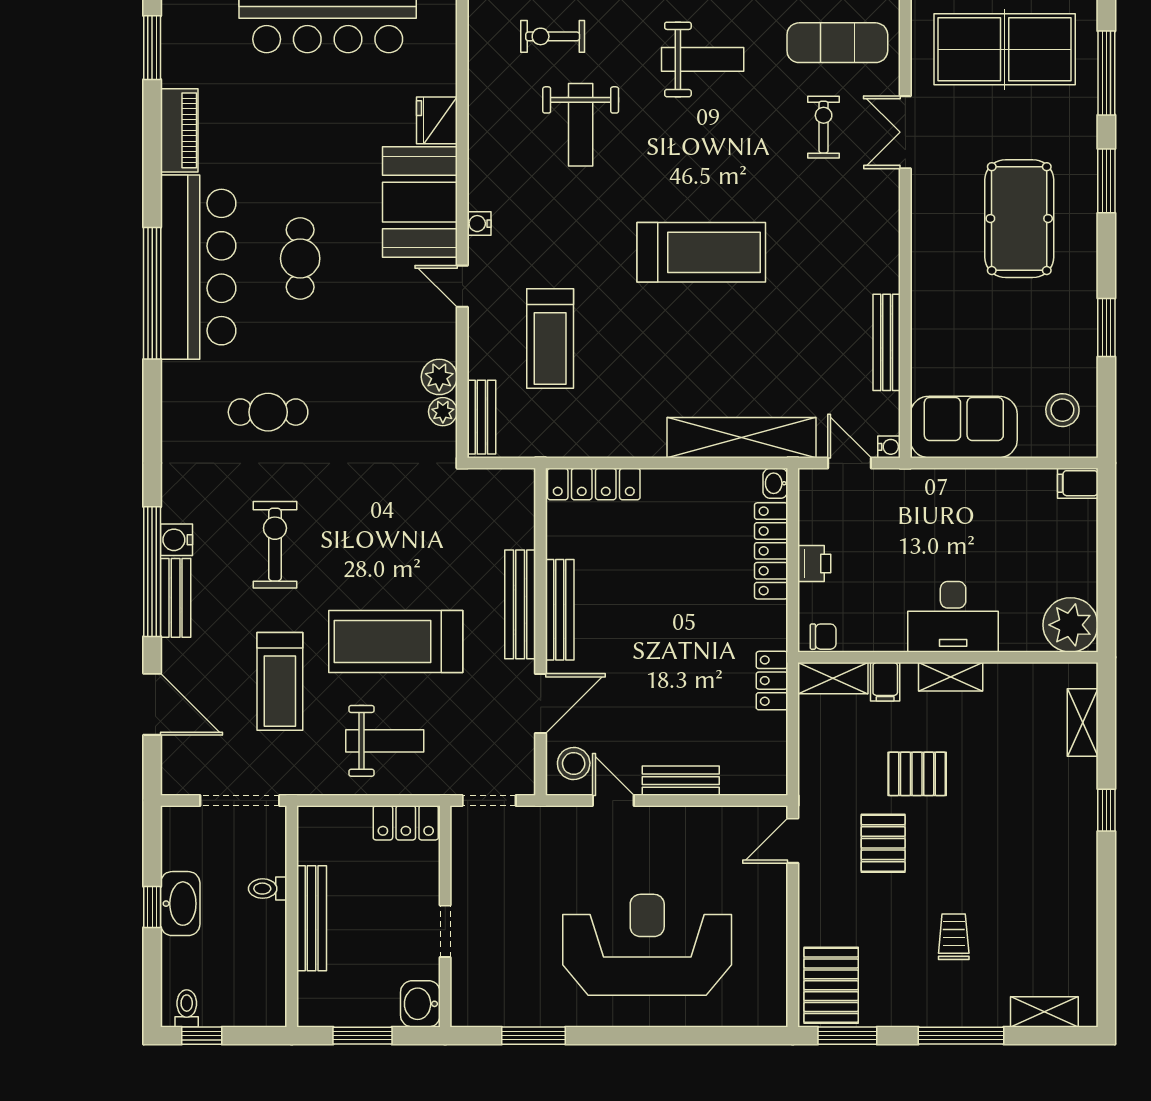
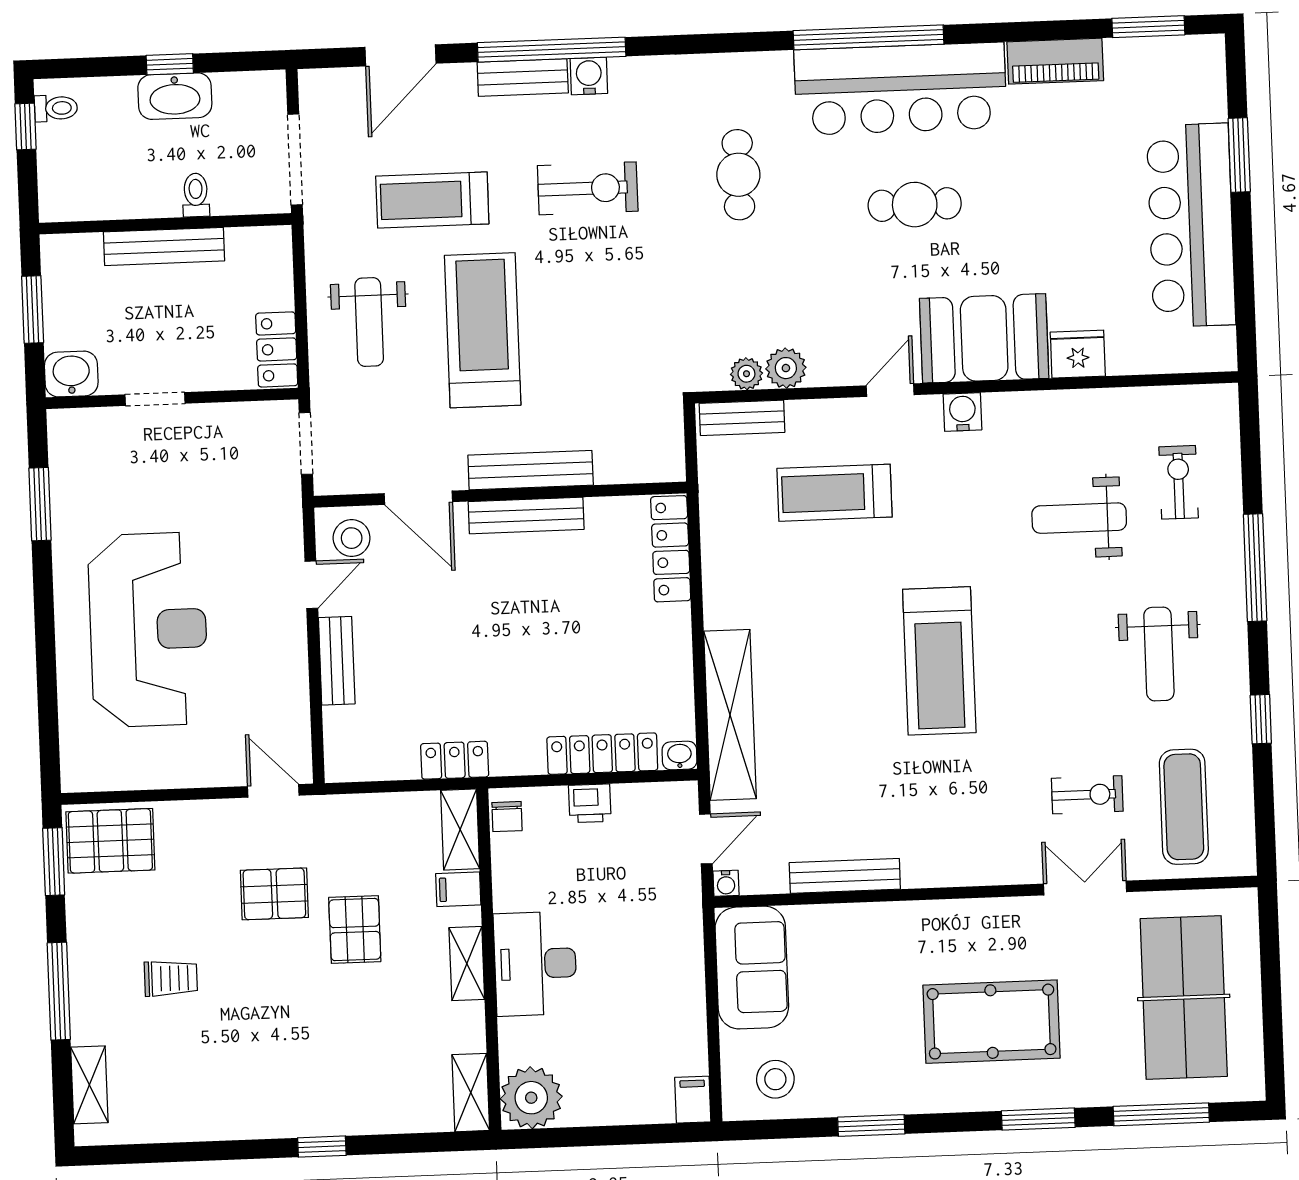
water cooler: (479, 224) -> (962, 412), width x1.38, depth x1.38
shelving: (1083, 723) -> (471, 1093), moved, turned 90

